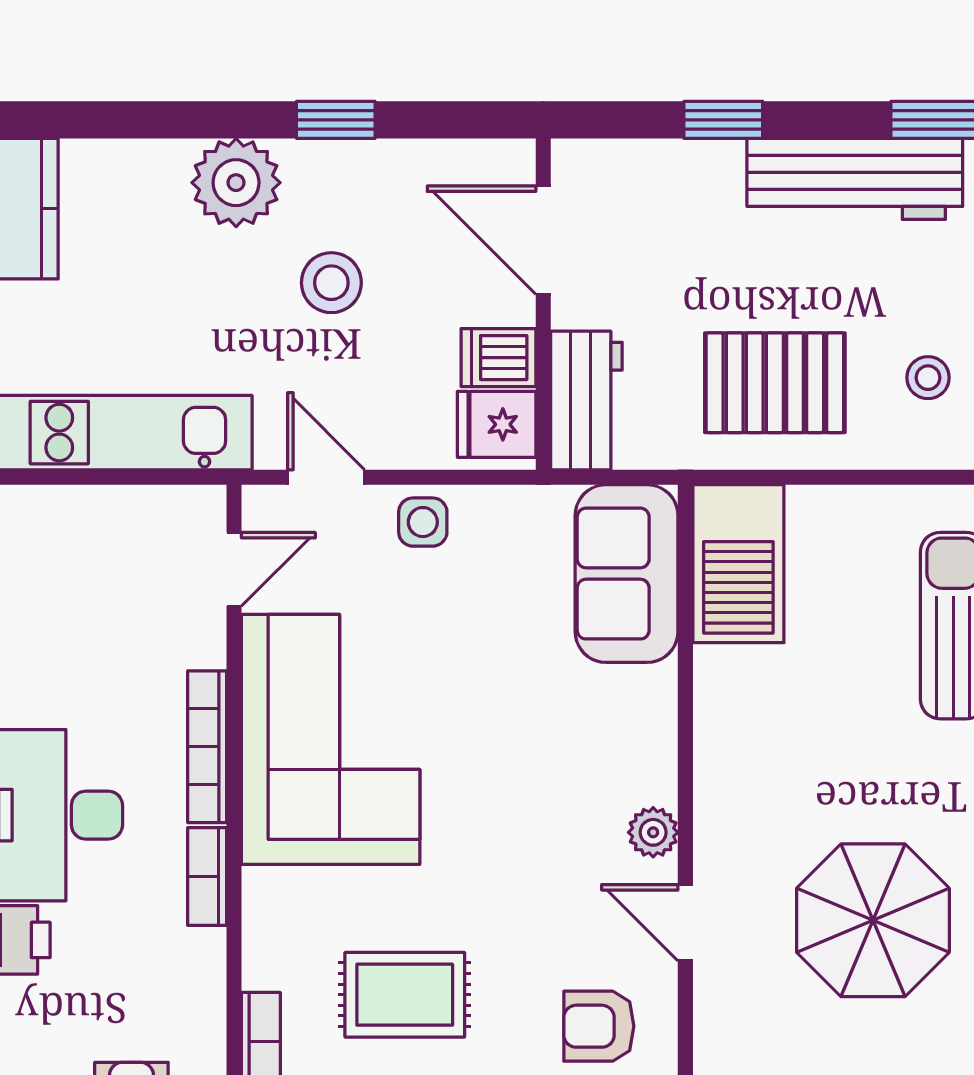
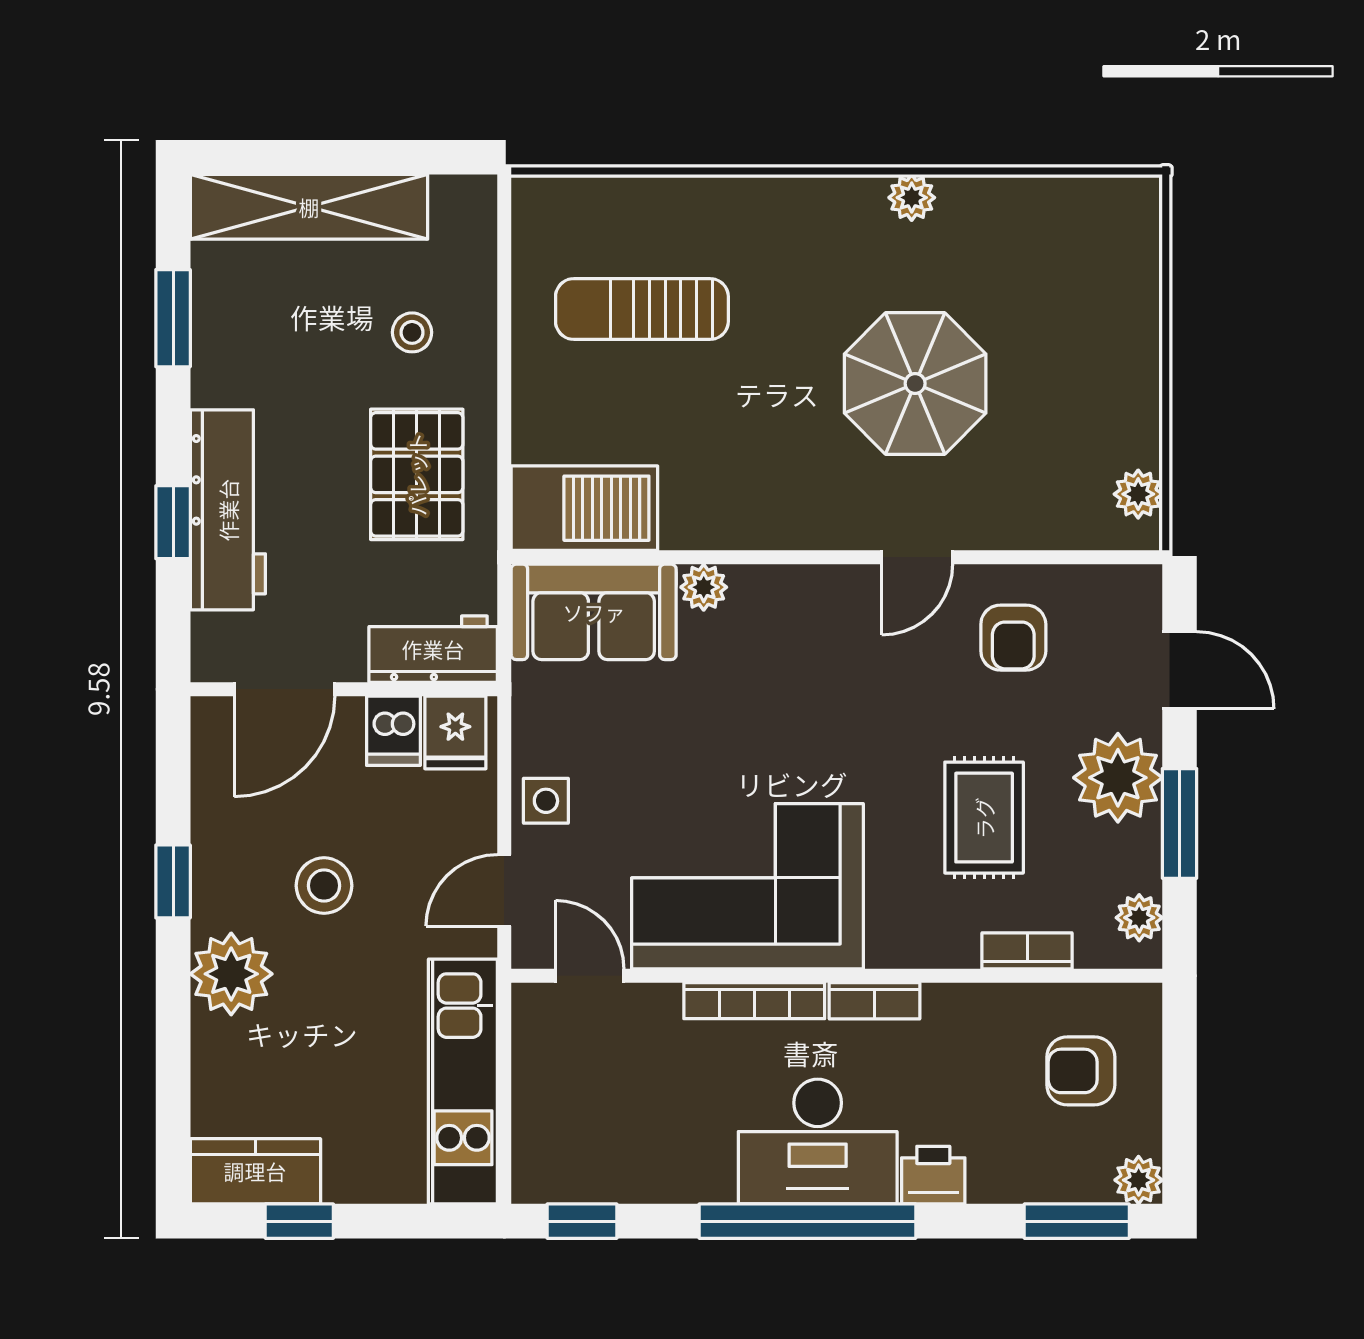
workbench: (855, 179) -> (228, 510), moved
plant: (653, 832) -> (704, 587), moved

